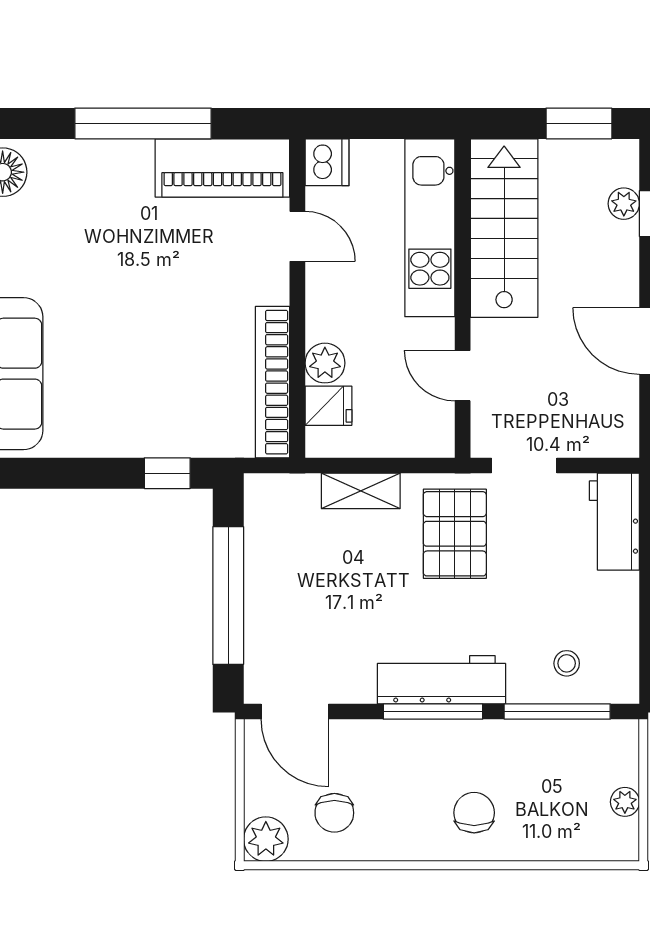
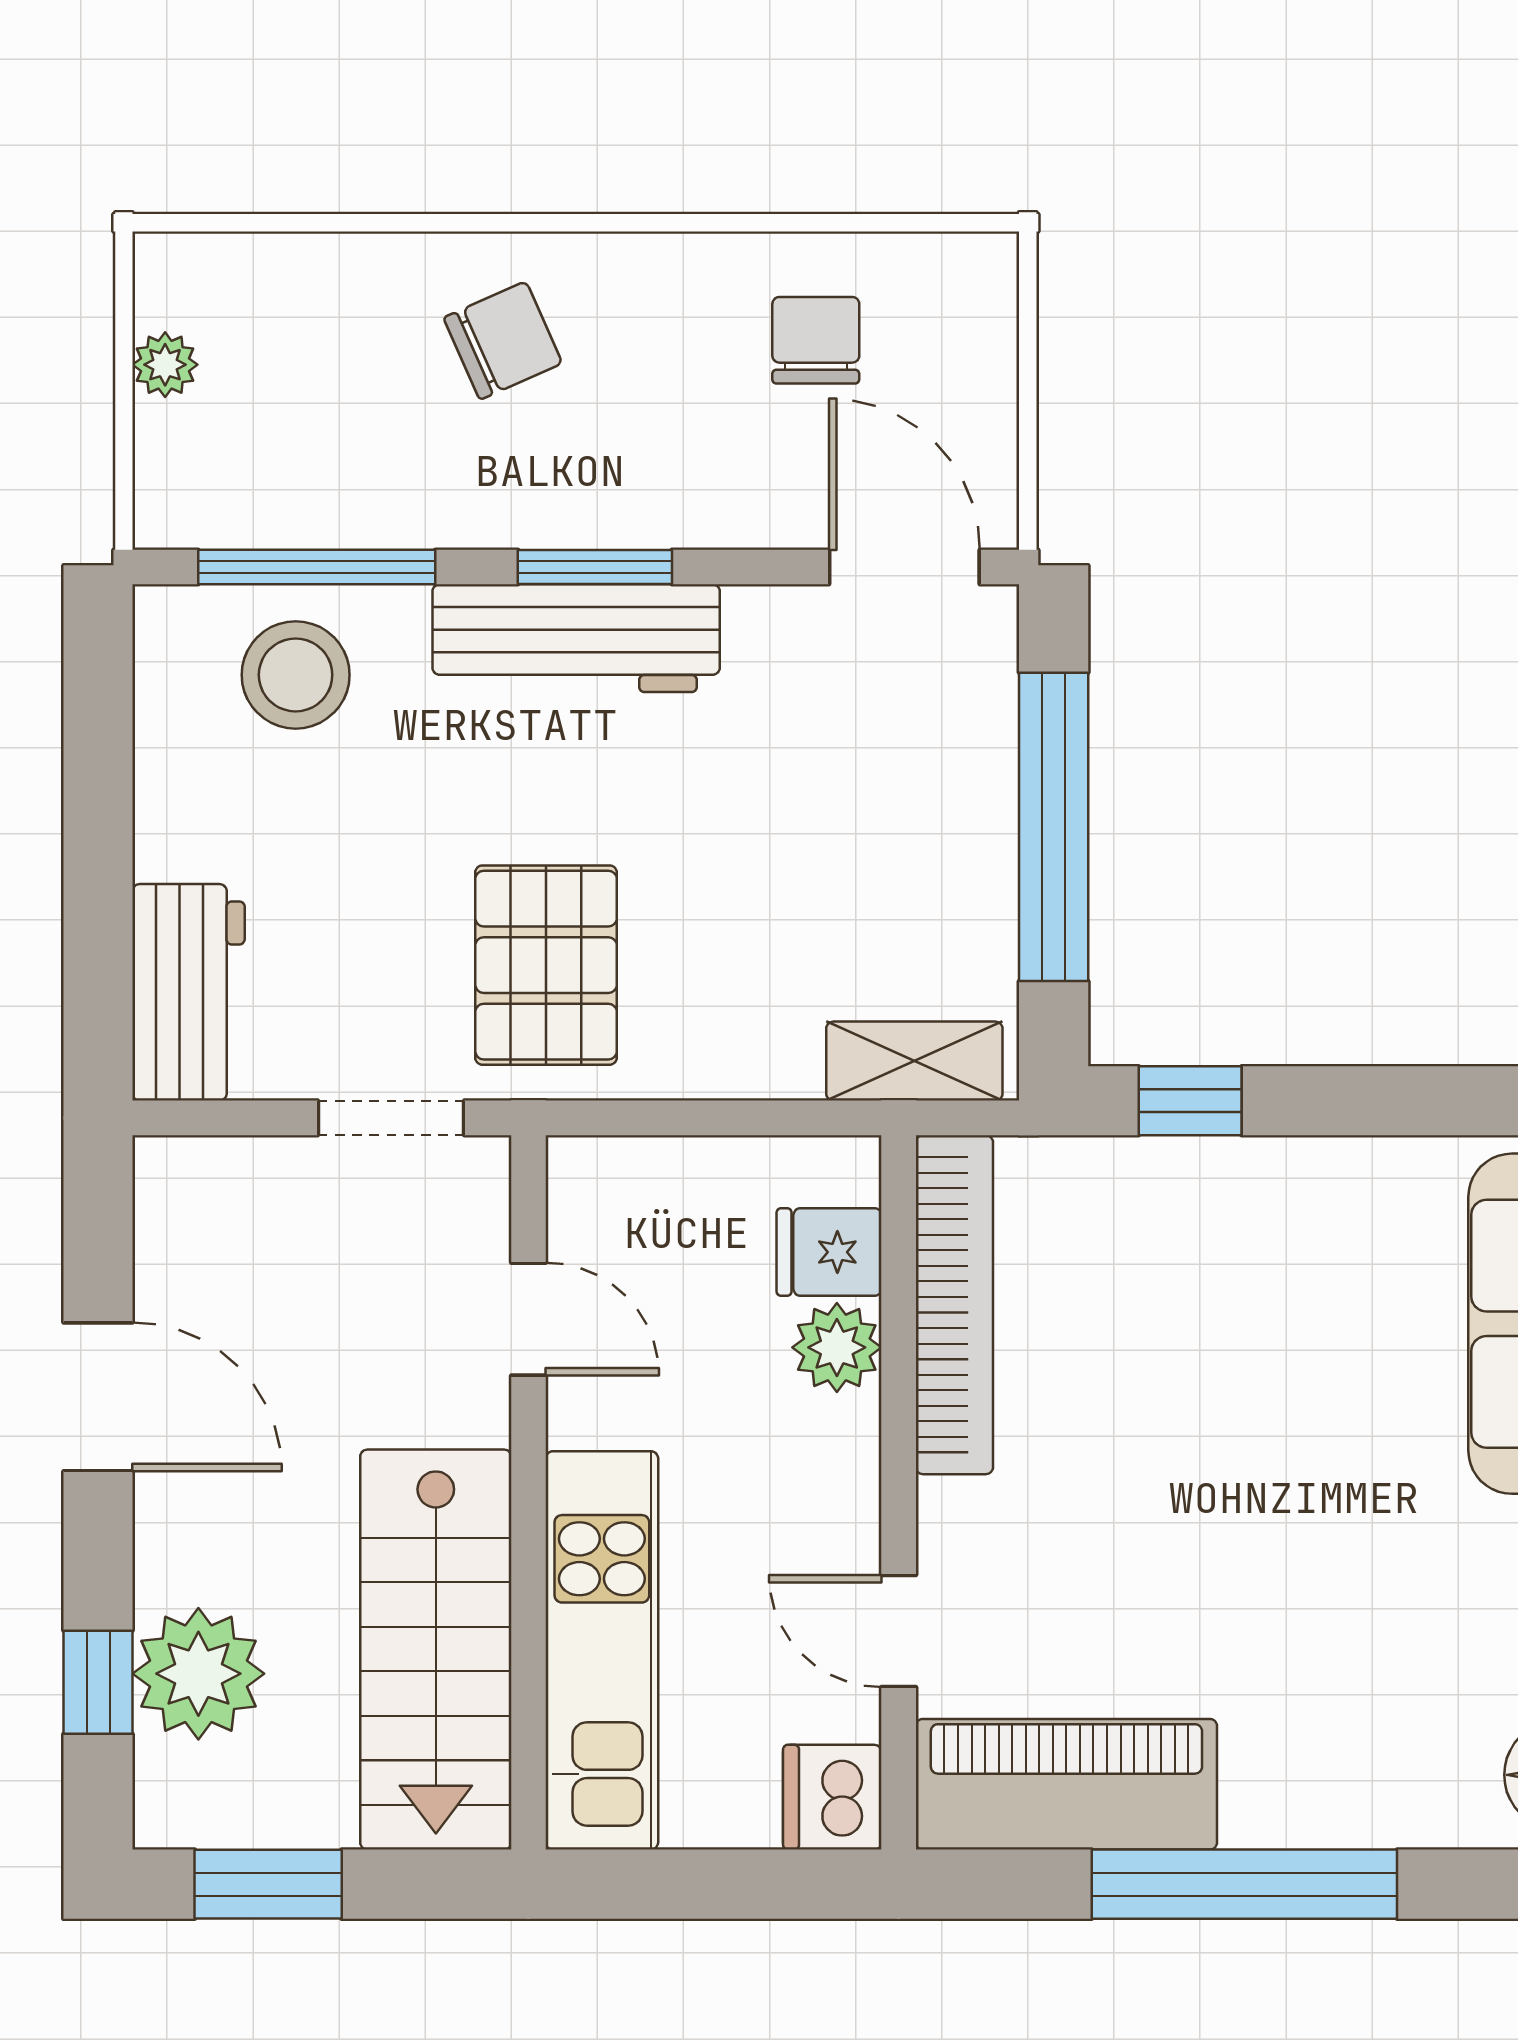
plant: (624, 204) -> (198, 1674), width x1.88, depth x1.88
shelving: (361, 491) -> (914, 1061), moved
stool: (567, 663) -> (296, 675), width x1.89, depth x1.89
window: (433, 712) -> (595, 567), width x0.69
chair: (474, 813) -> (503, 340), turned -114
plant: (266, 839) -> (969, 281), removed

